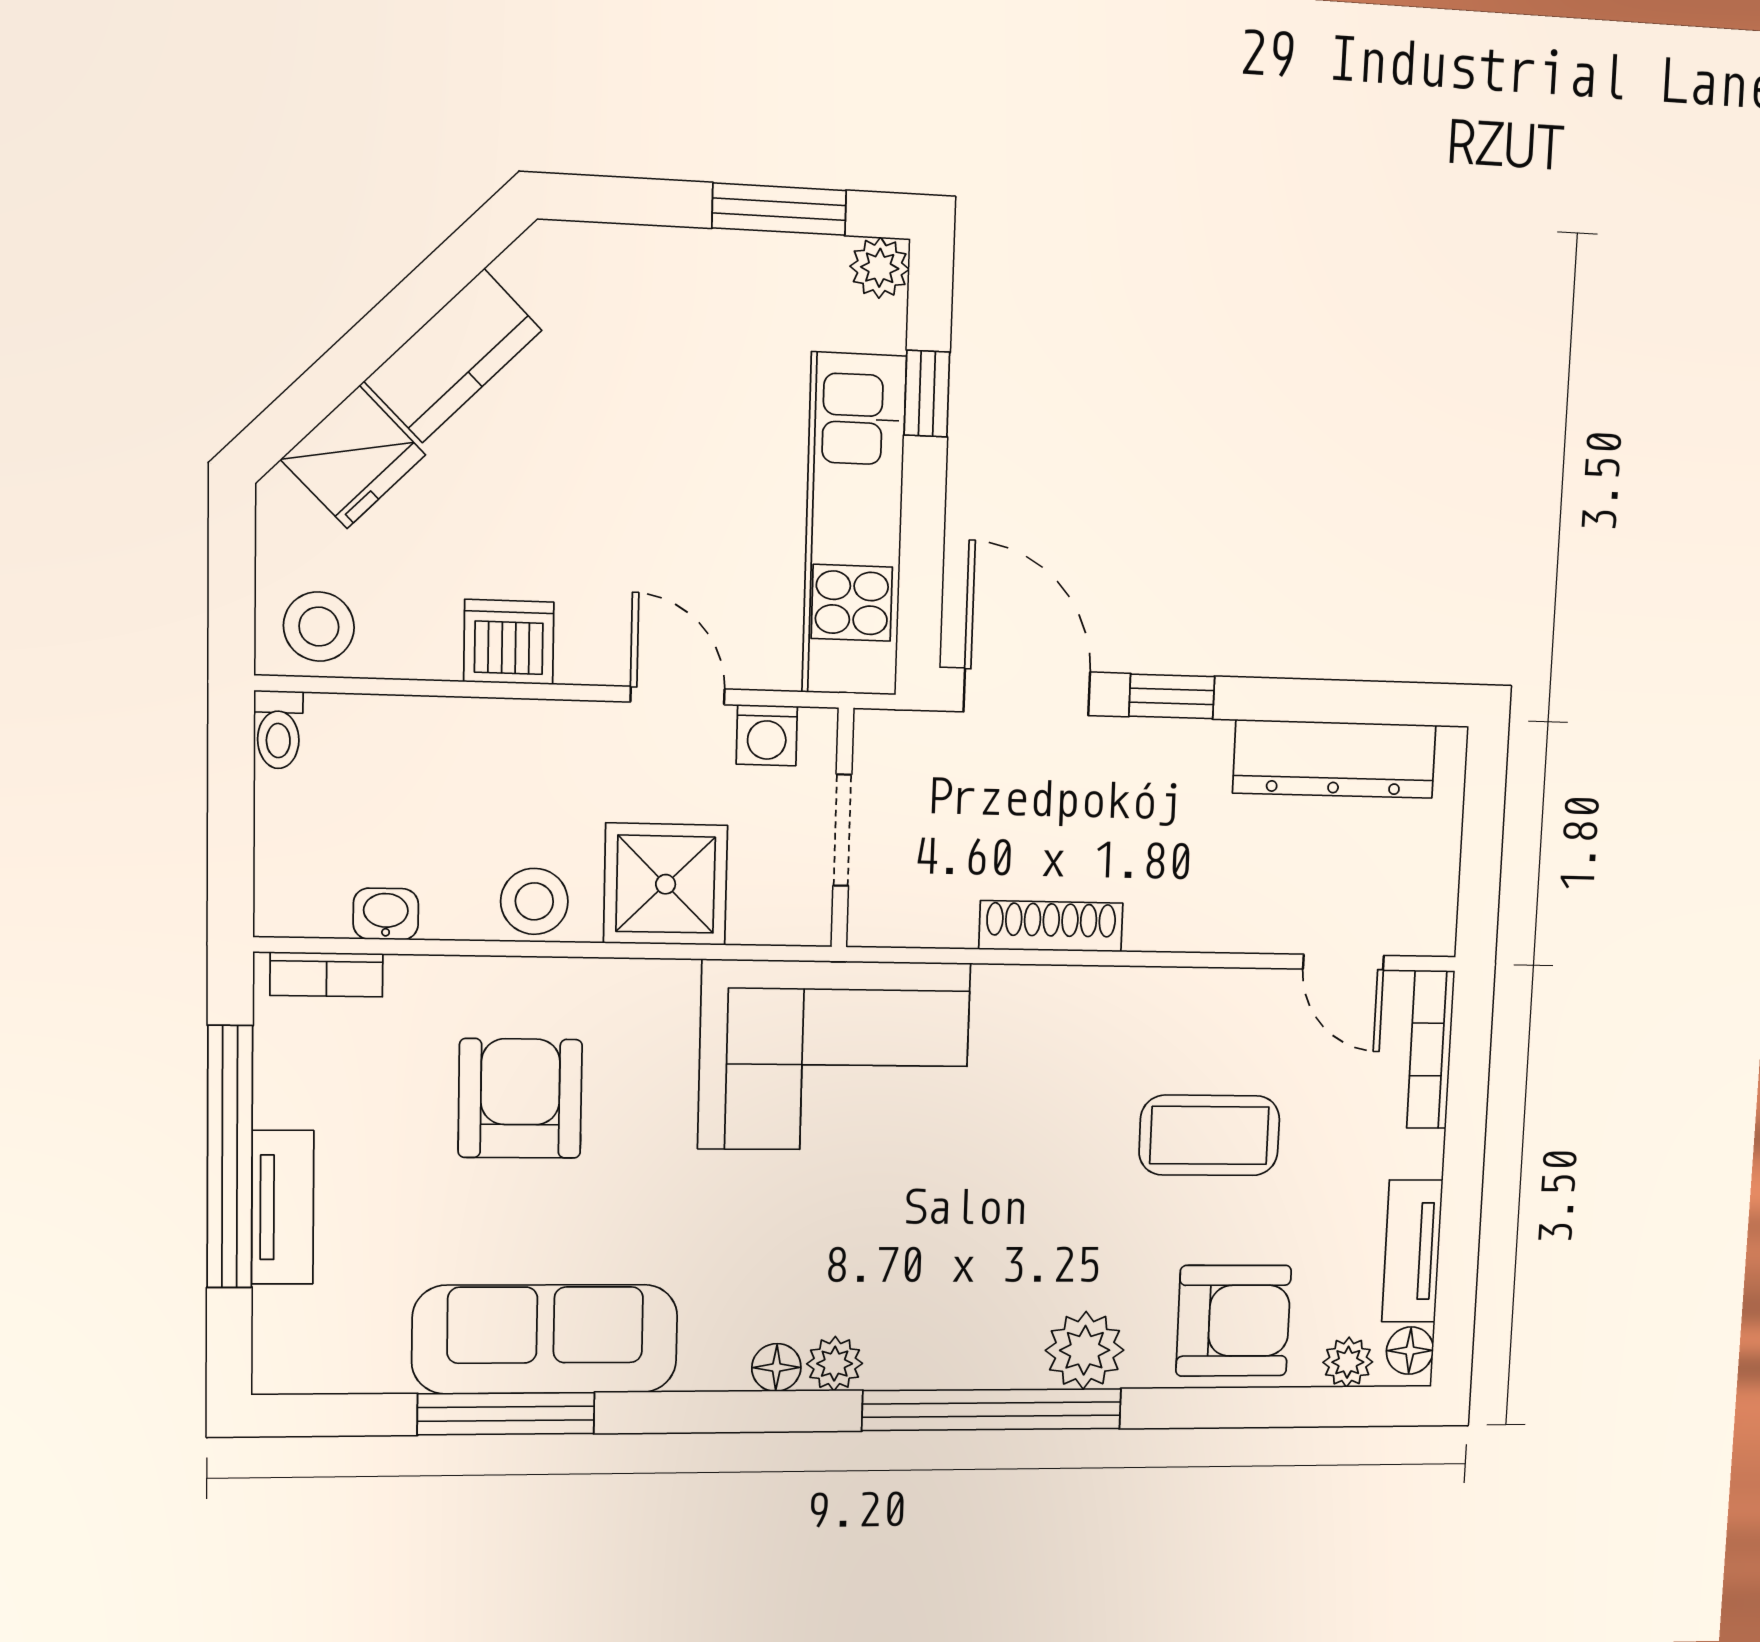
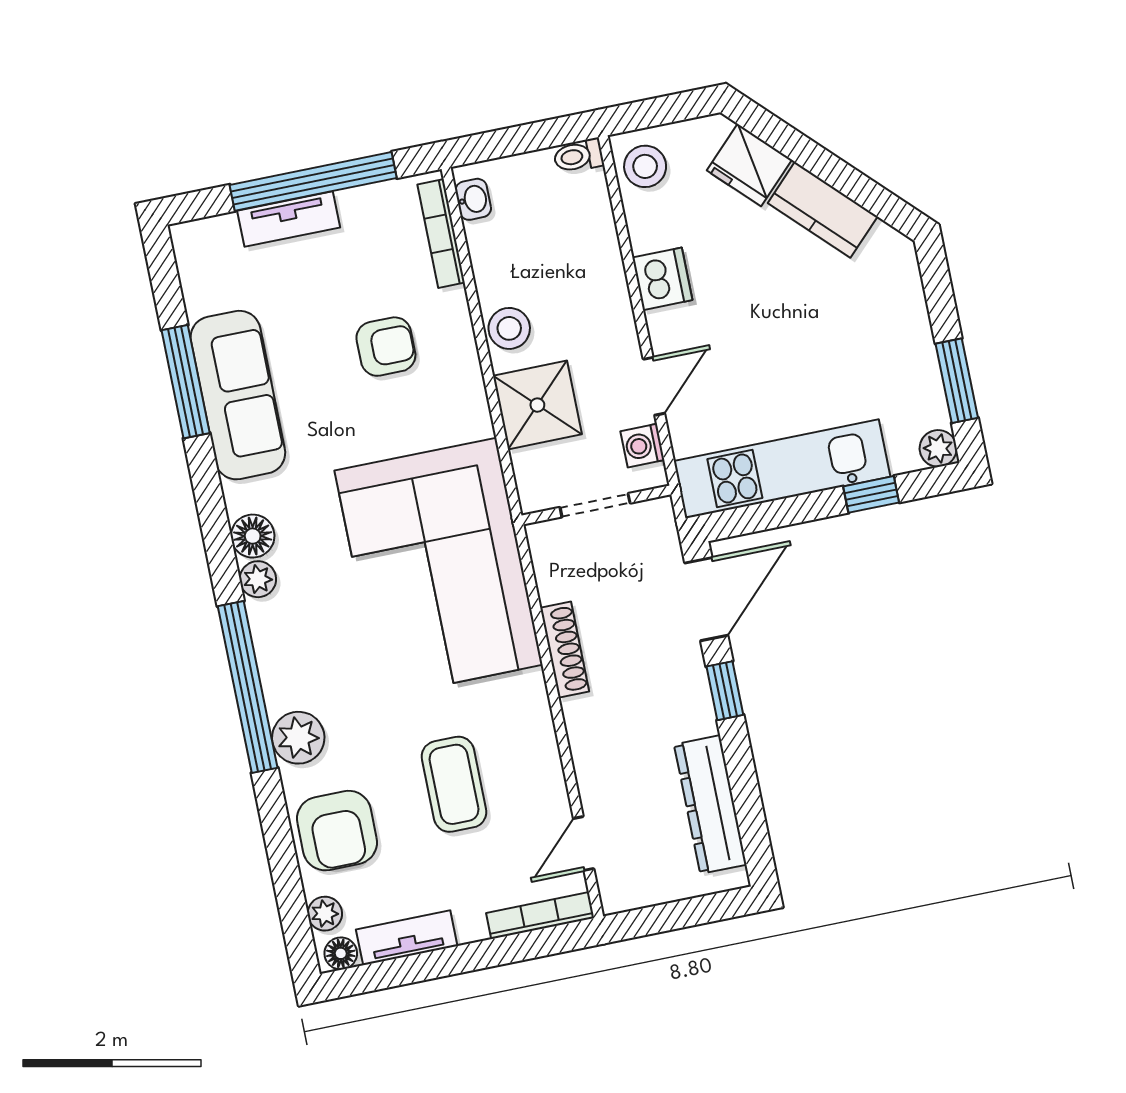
washbasin: (386, 914) -> (473, 199), moved
bookcase: (326, 974) -> (441, 234), width x1.56
corner sofa: (834, 1056) -> (439, 568), width x1.36, depth x1.36
armchair: (520, 1098) -> (386, 347), width x0.72, depth x0.72
floor lamp: (776, 1367) -> (253, 536), width x1.37, depth x1.37

